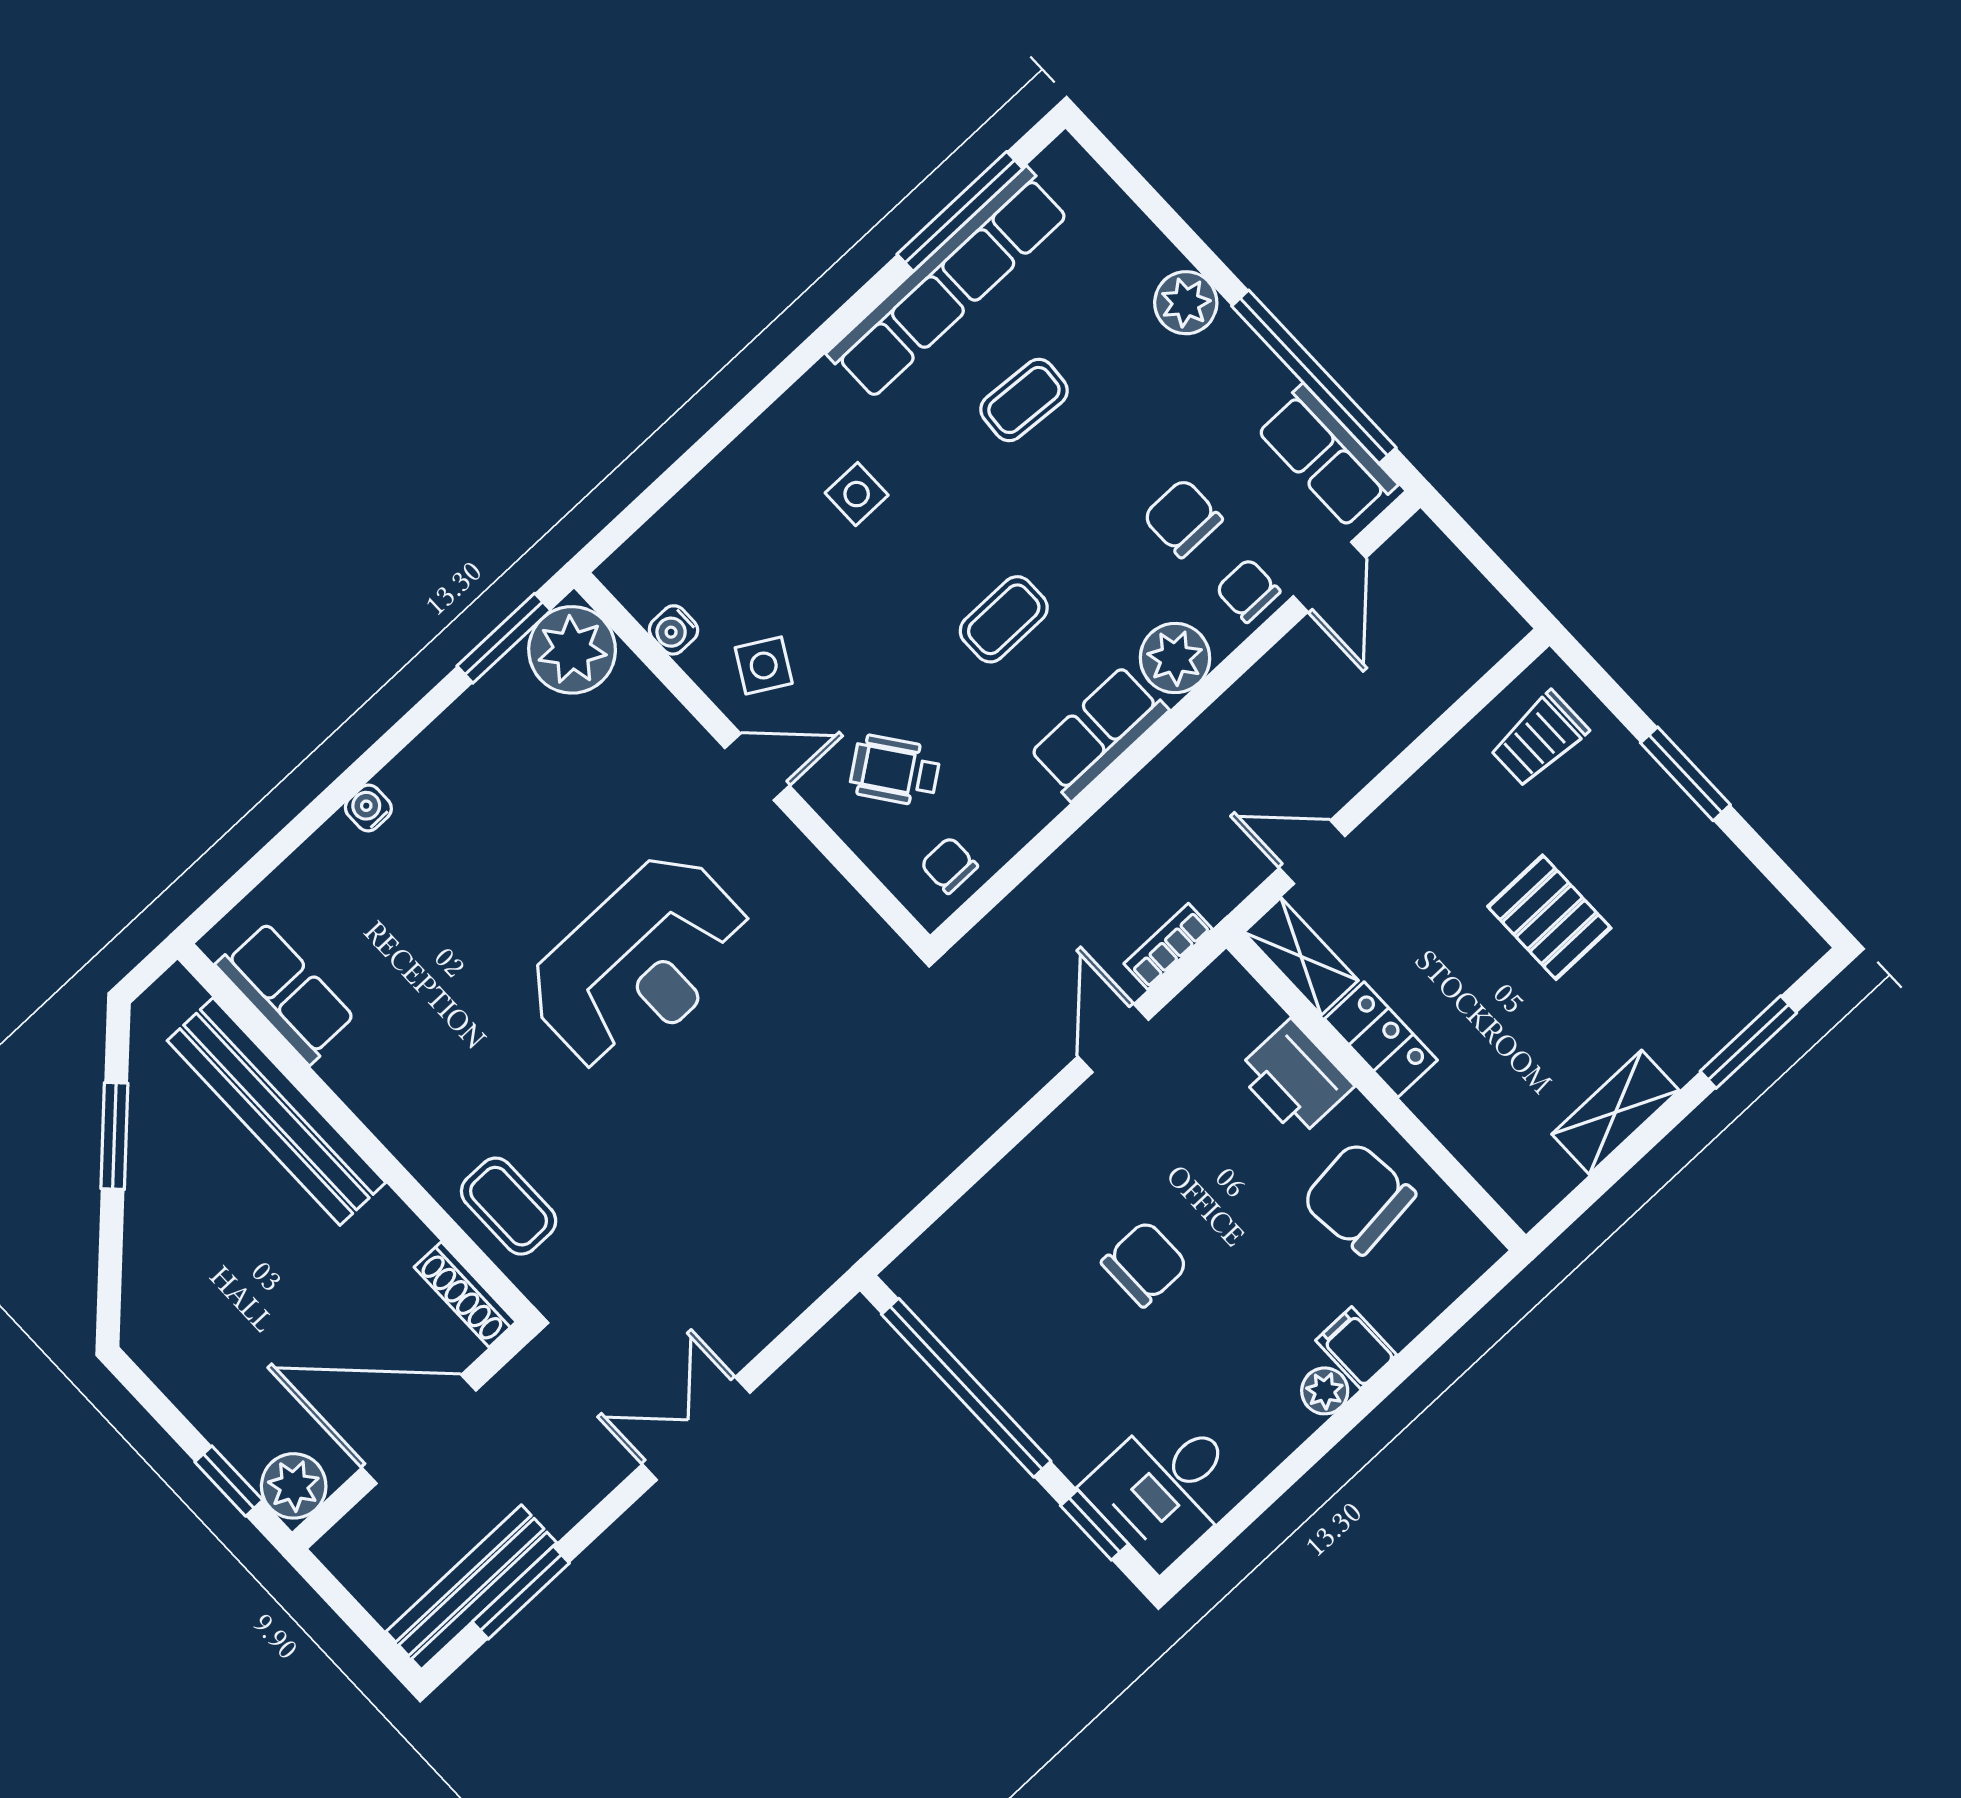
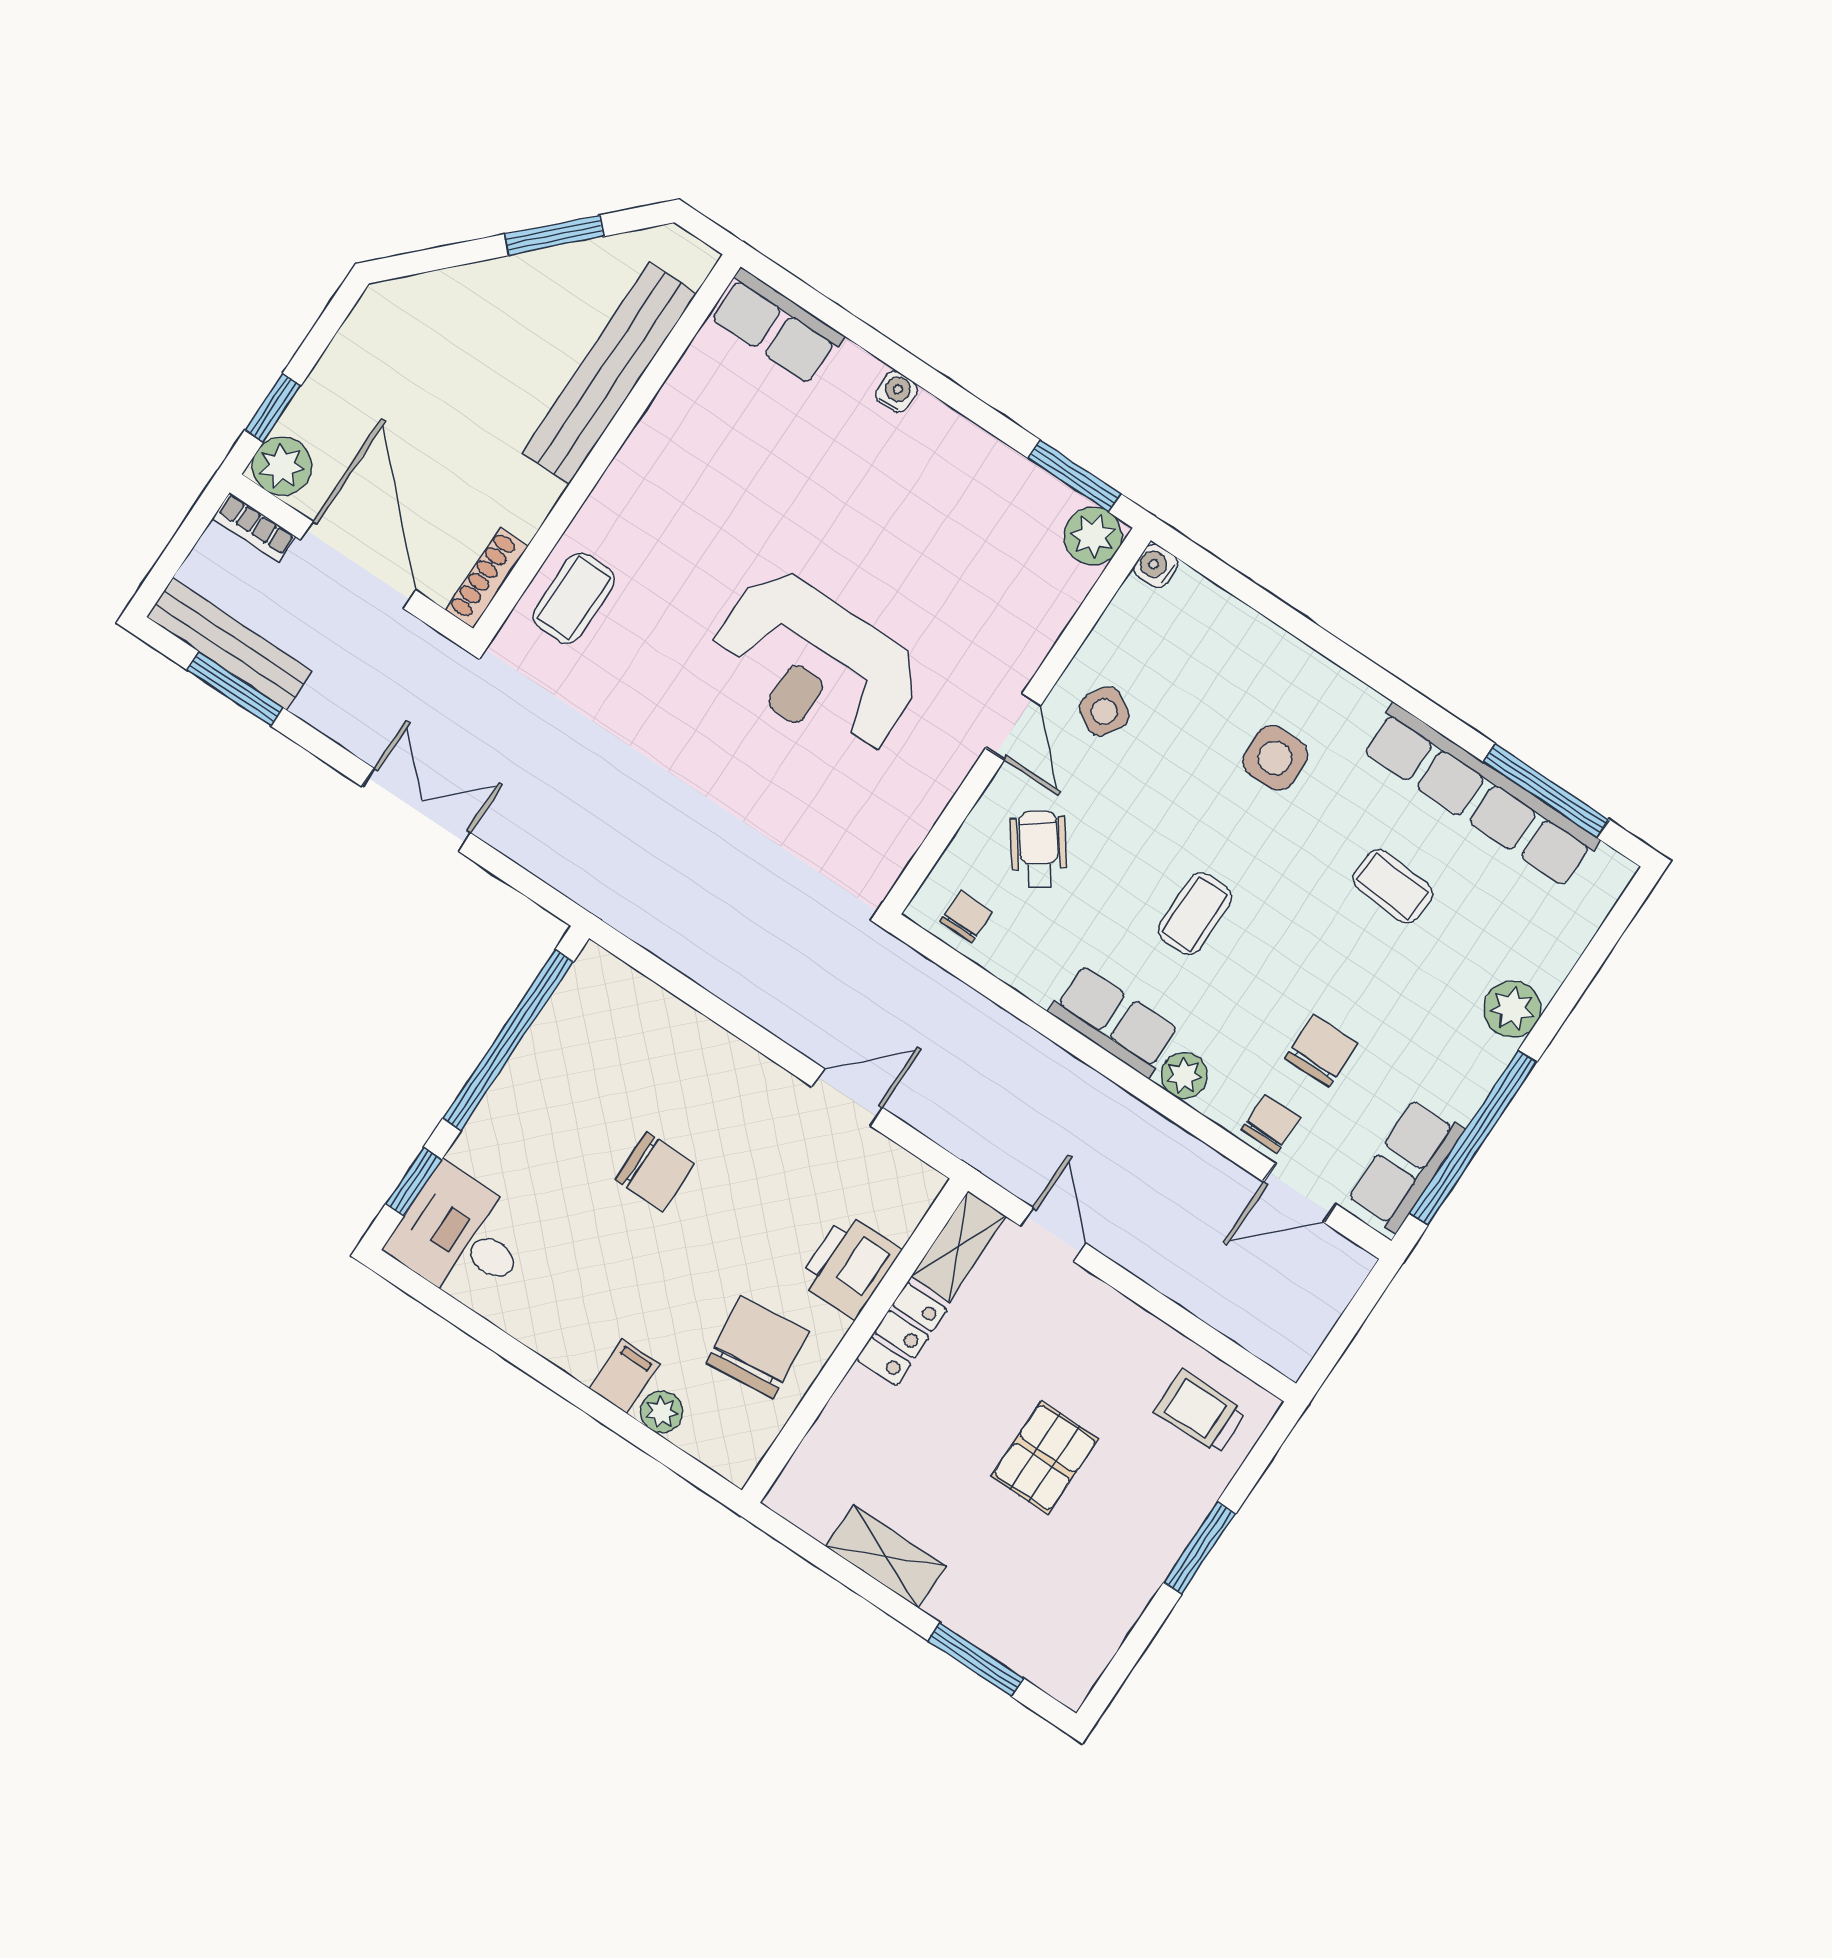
side table: (857, 494) -> (1275, 758), width x1.37, depth x1.37
coffee table: (1004, 619) -> (1195, 914), turned 90
water cooler: (673, 630) -> (1156, 566), moved
plant: (572, 650) -> (1093, 536), width x0.73, depth x0.73
plant: (1175, 658) -> (1184, 1076), width x0.73, depth x0.73
bookcase: (1168, 946) -> (254, 528), moved, turned 180
row of seats: (286, 993) -> (776, 326), moved, turned 90
plant: (1325, 1391) -> (662, 1412), moved

